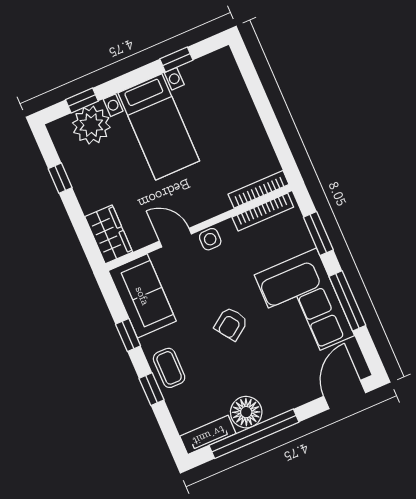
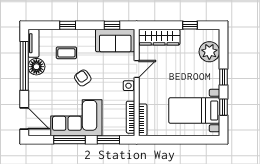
window: (82, 100) -> (223, 77), moved
bed with nightstands: (159, 127) -> (194, 110), moved
wardrobe: (109, 234) -> (159, 37), width x1.50
window: (128, 335) -> (112, 25), moved
coffee table: (169, 368) -> (66, 53), moved

